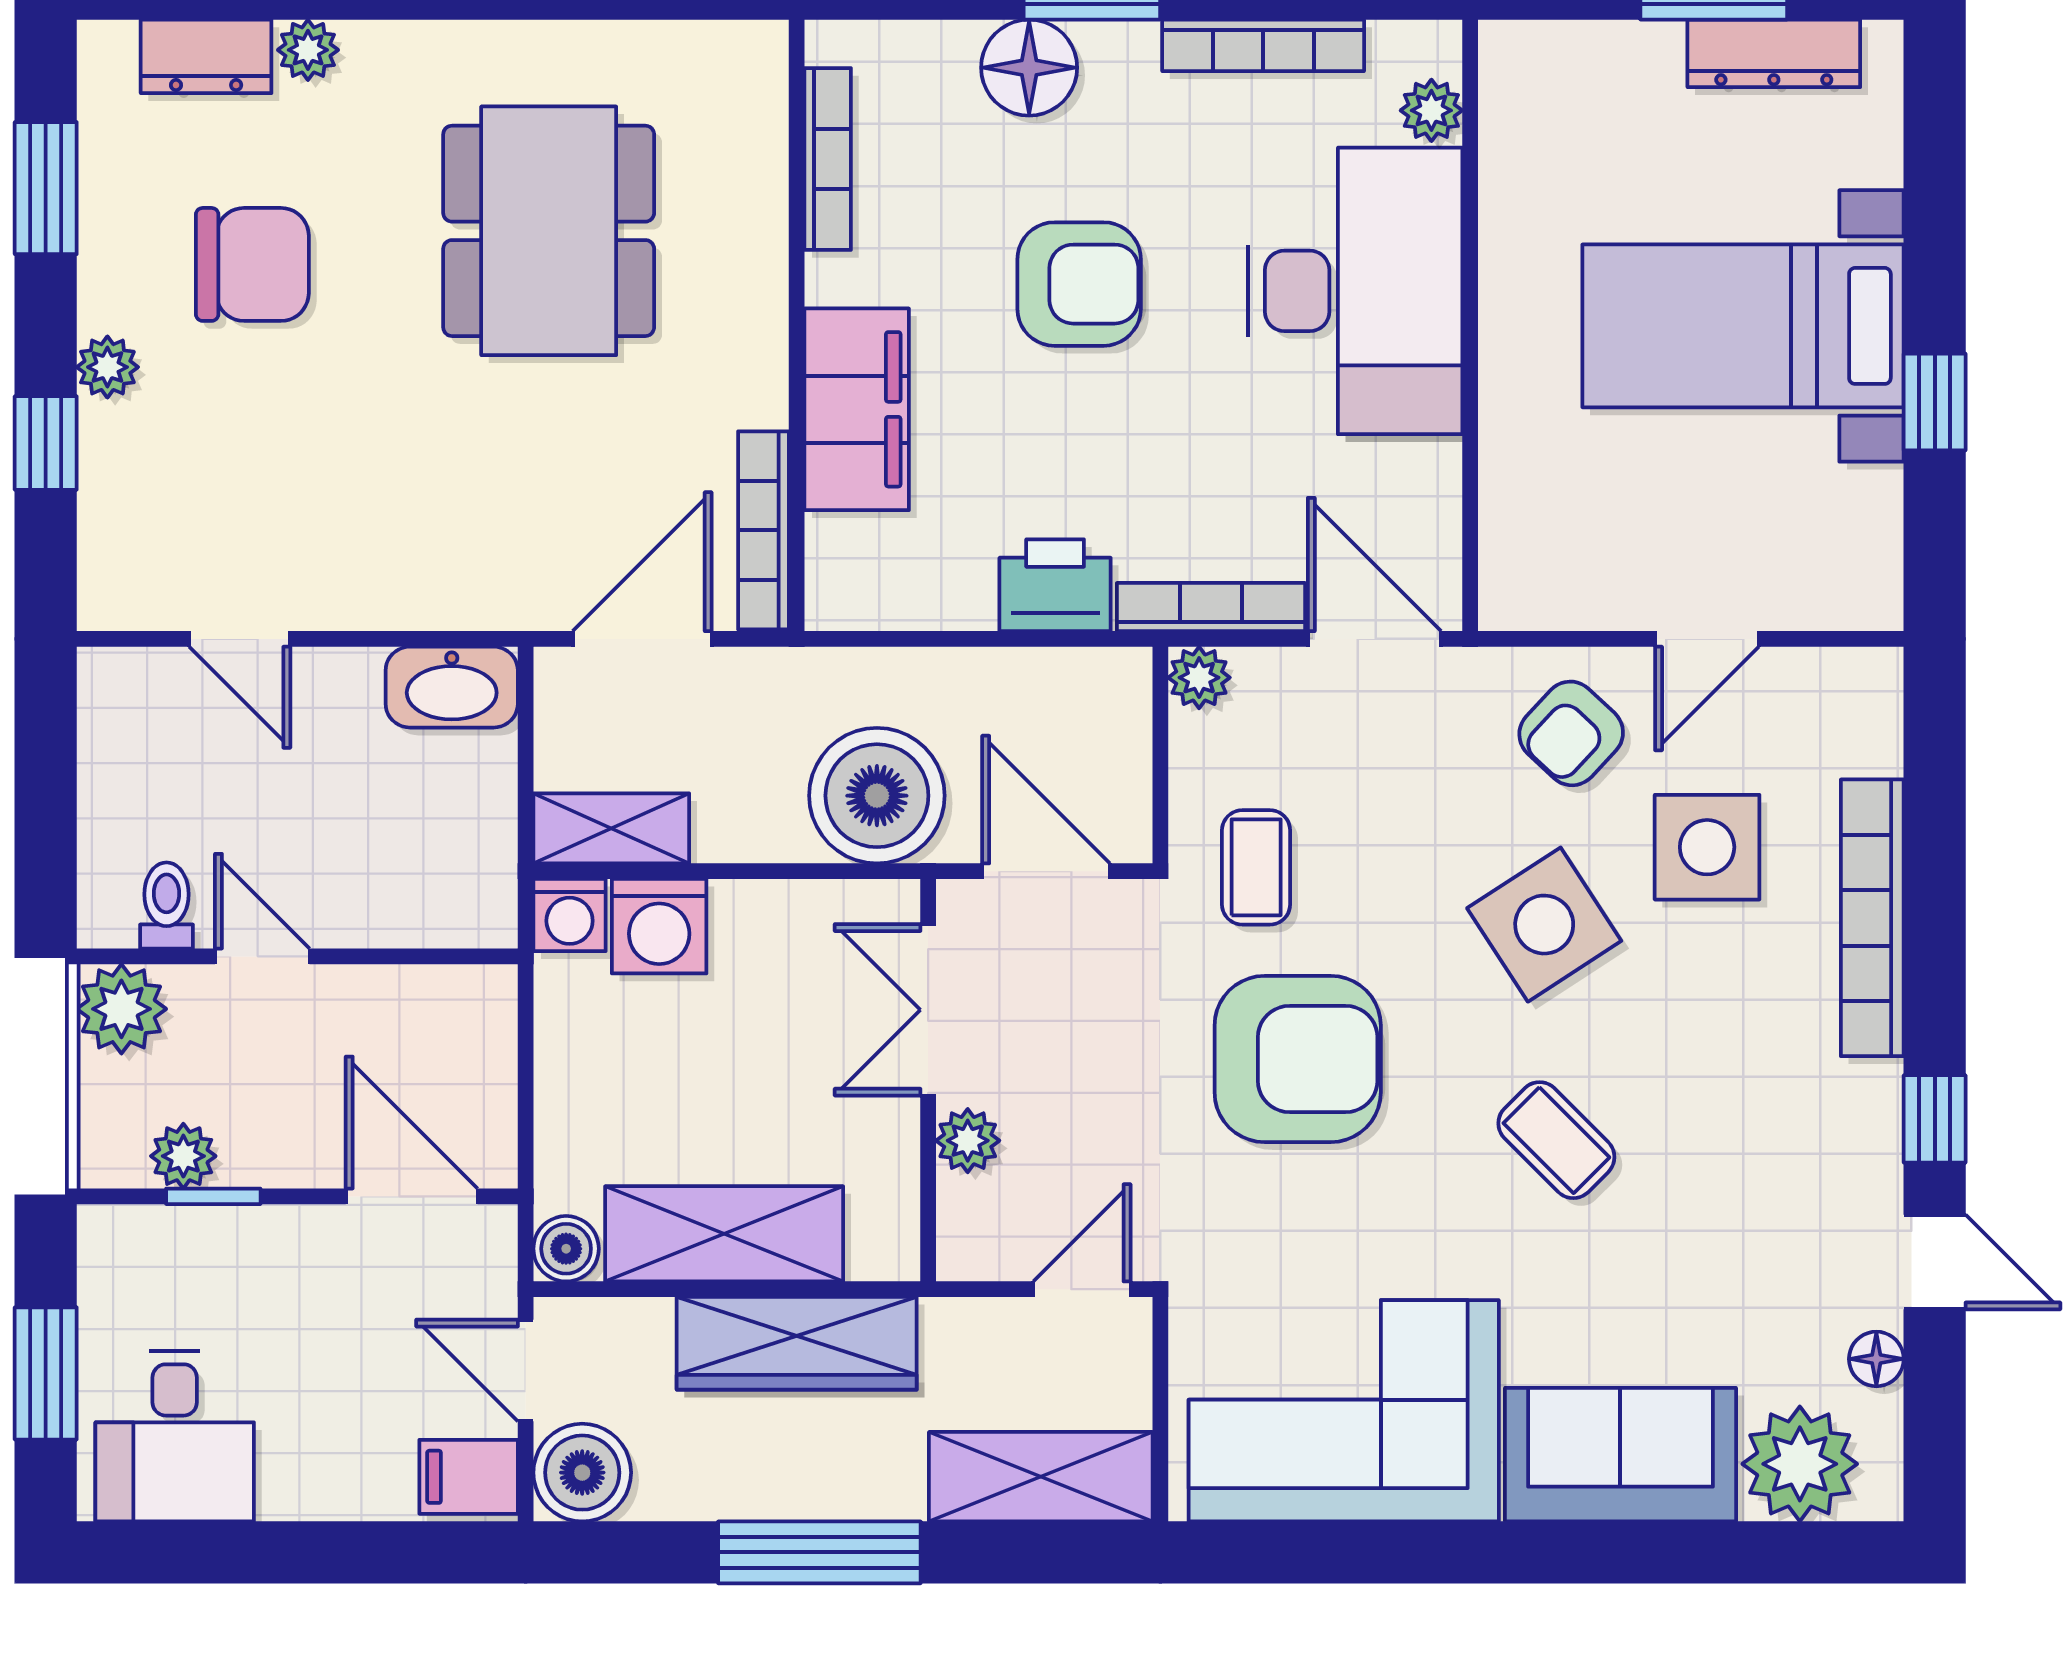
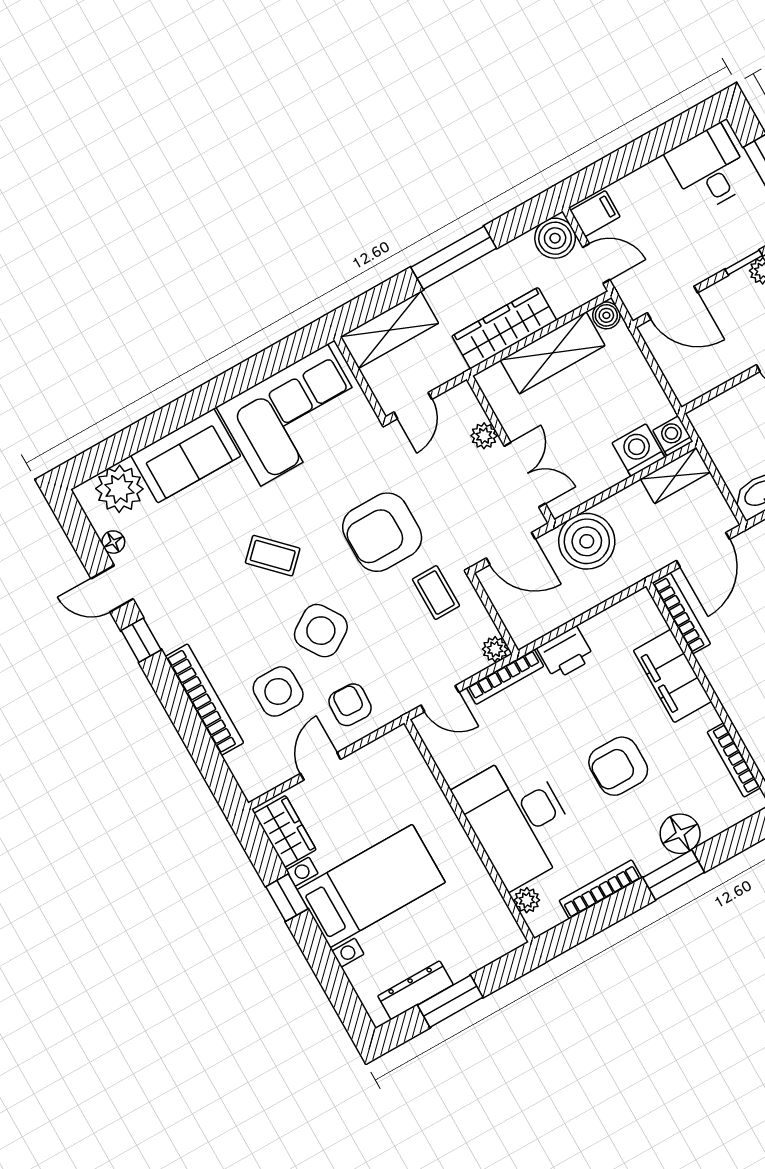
wardrobe: (1860, 544) -> (285, 831), added
door: (1374, 639) -> (440, 699), width x0.73
armchair: (1571, 733) -> (350, 705), turned -41

